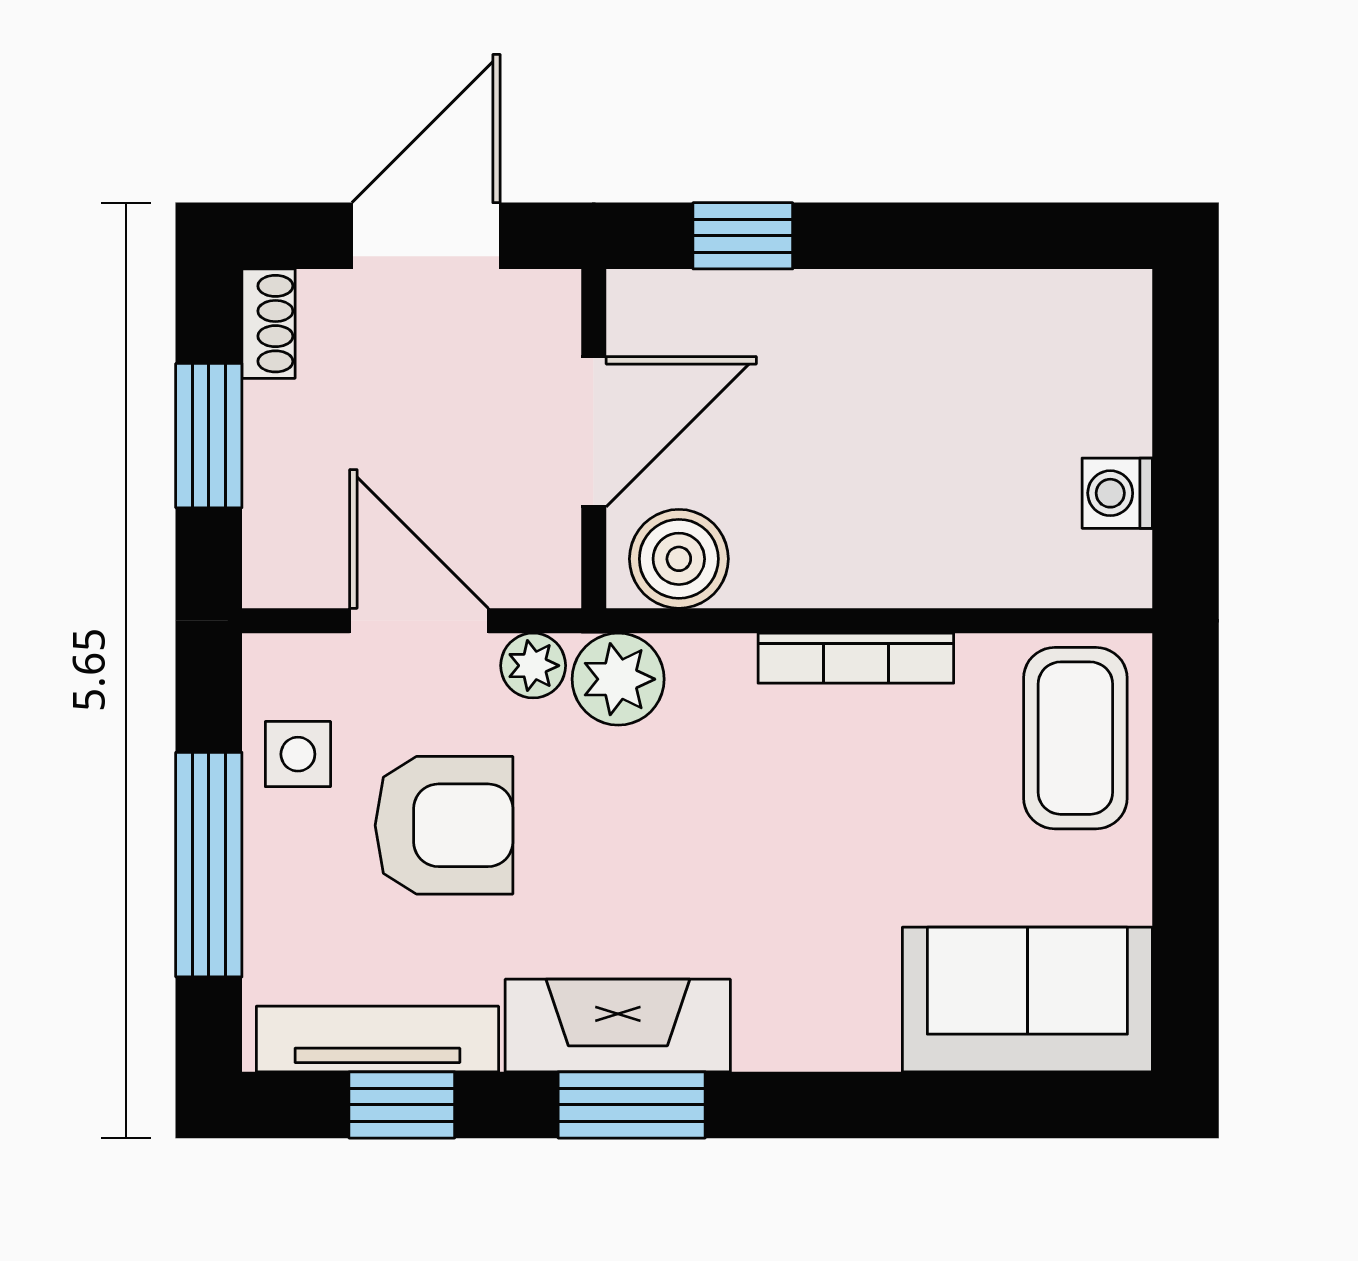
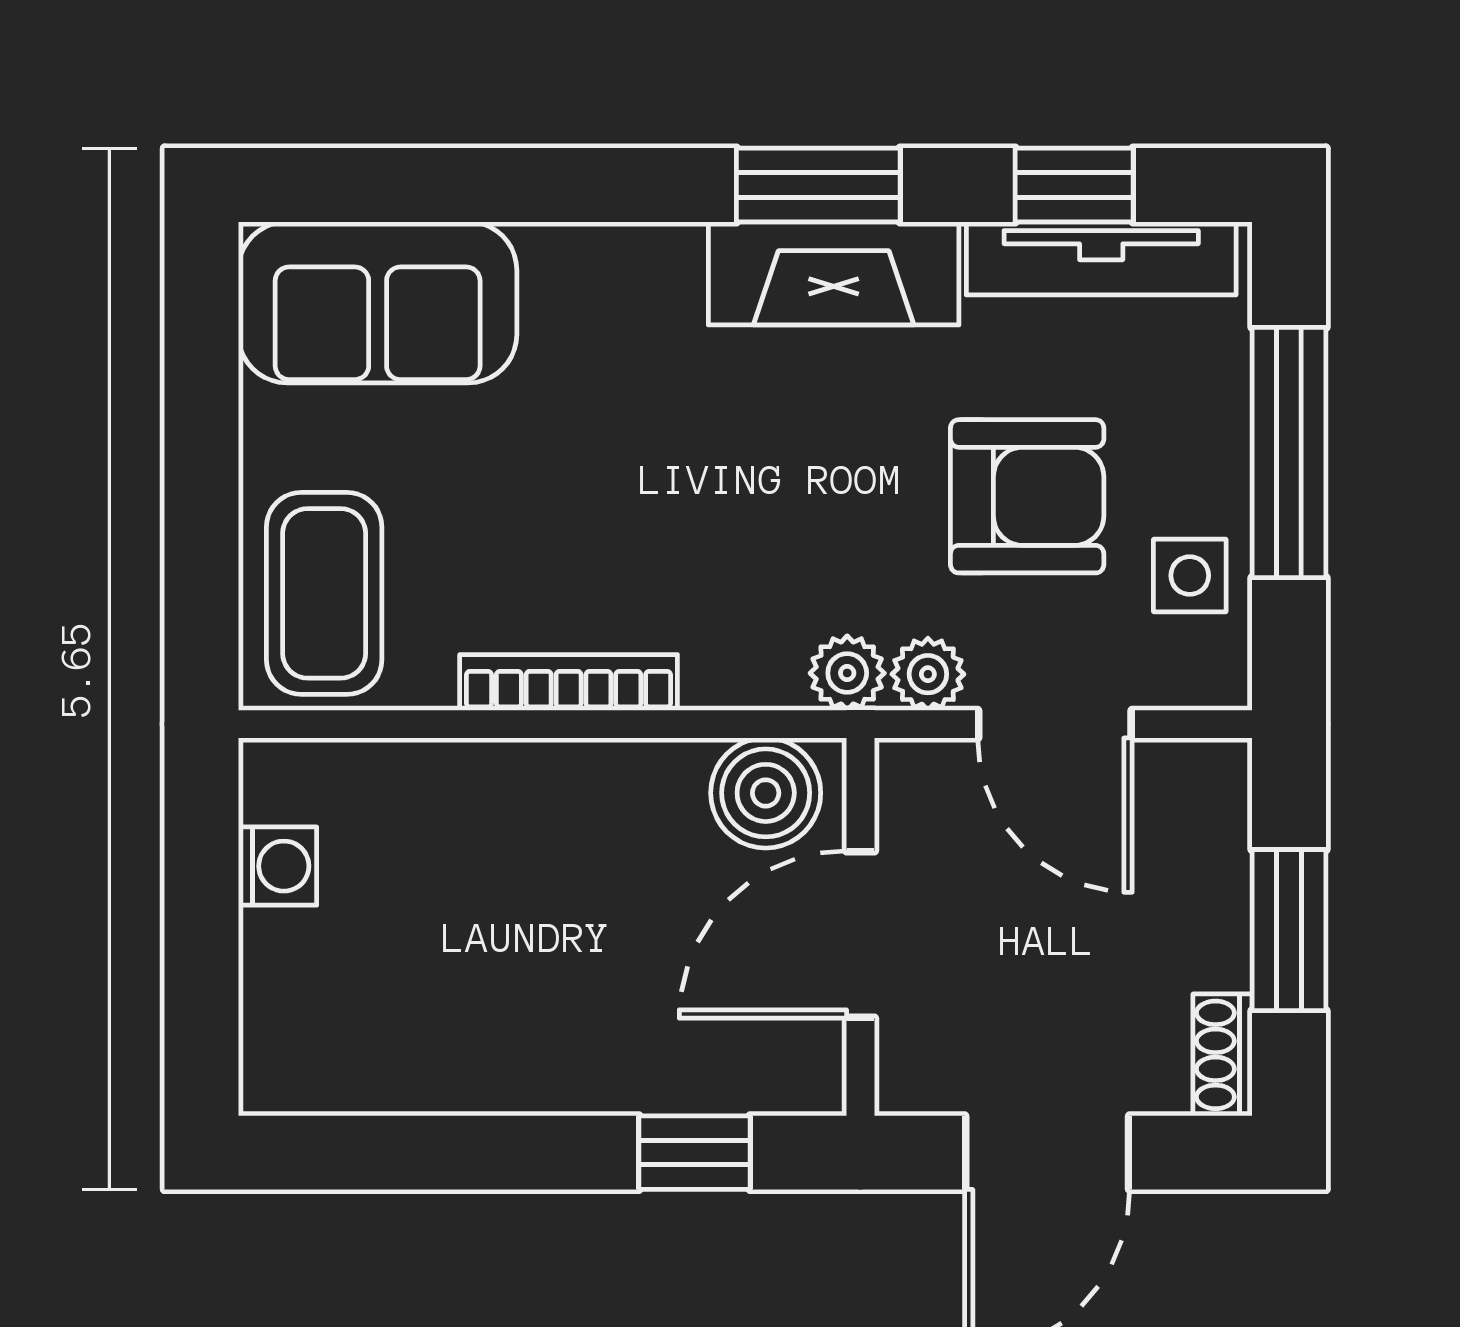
plant: (618, 679) -> (847, 673), width x0.73, depth x0.73
armchair: (444, 825) -> (1027, 496), turned 180

